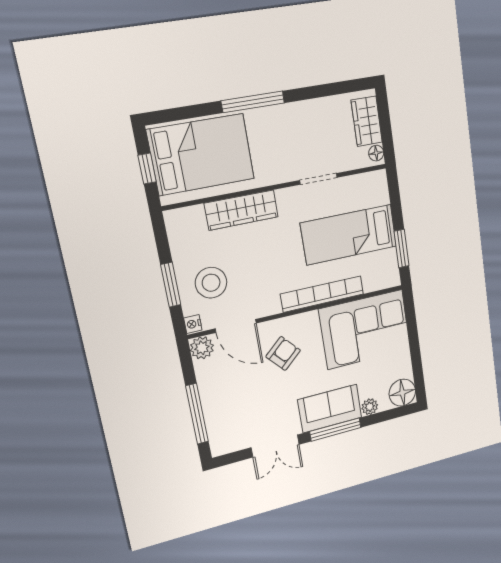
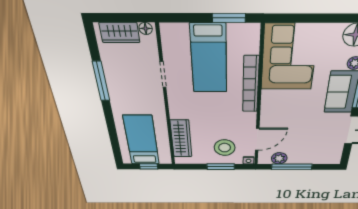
window: (253, 102) -> (101, 81), moved
bed: (201, 155) -> (141, 140), width x0.67
wardrobe: (241, 210) -> (181, 139), moved
plant: (202, 348) -> (279, 158), moved
armchair: (283, 353) -> (286, 116), removed
window: (197, 414) -> (292, 167), moved

